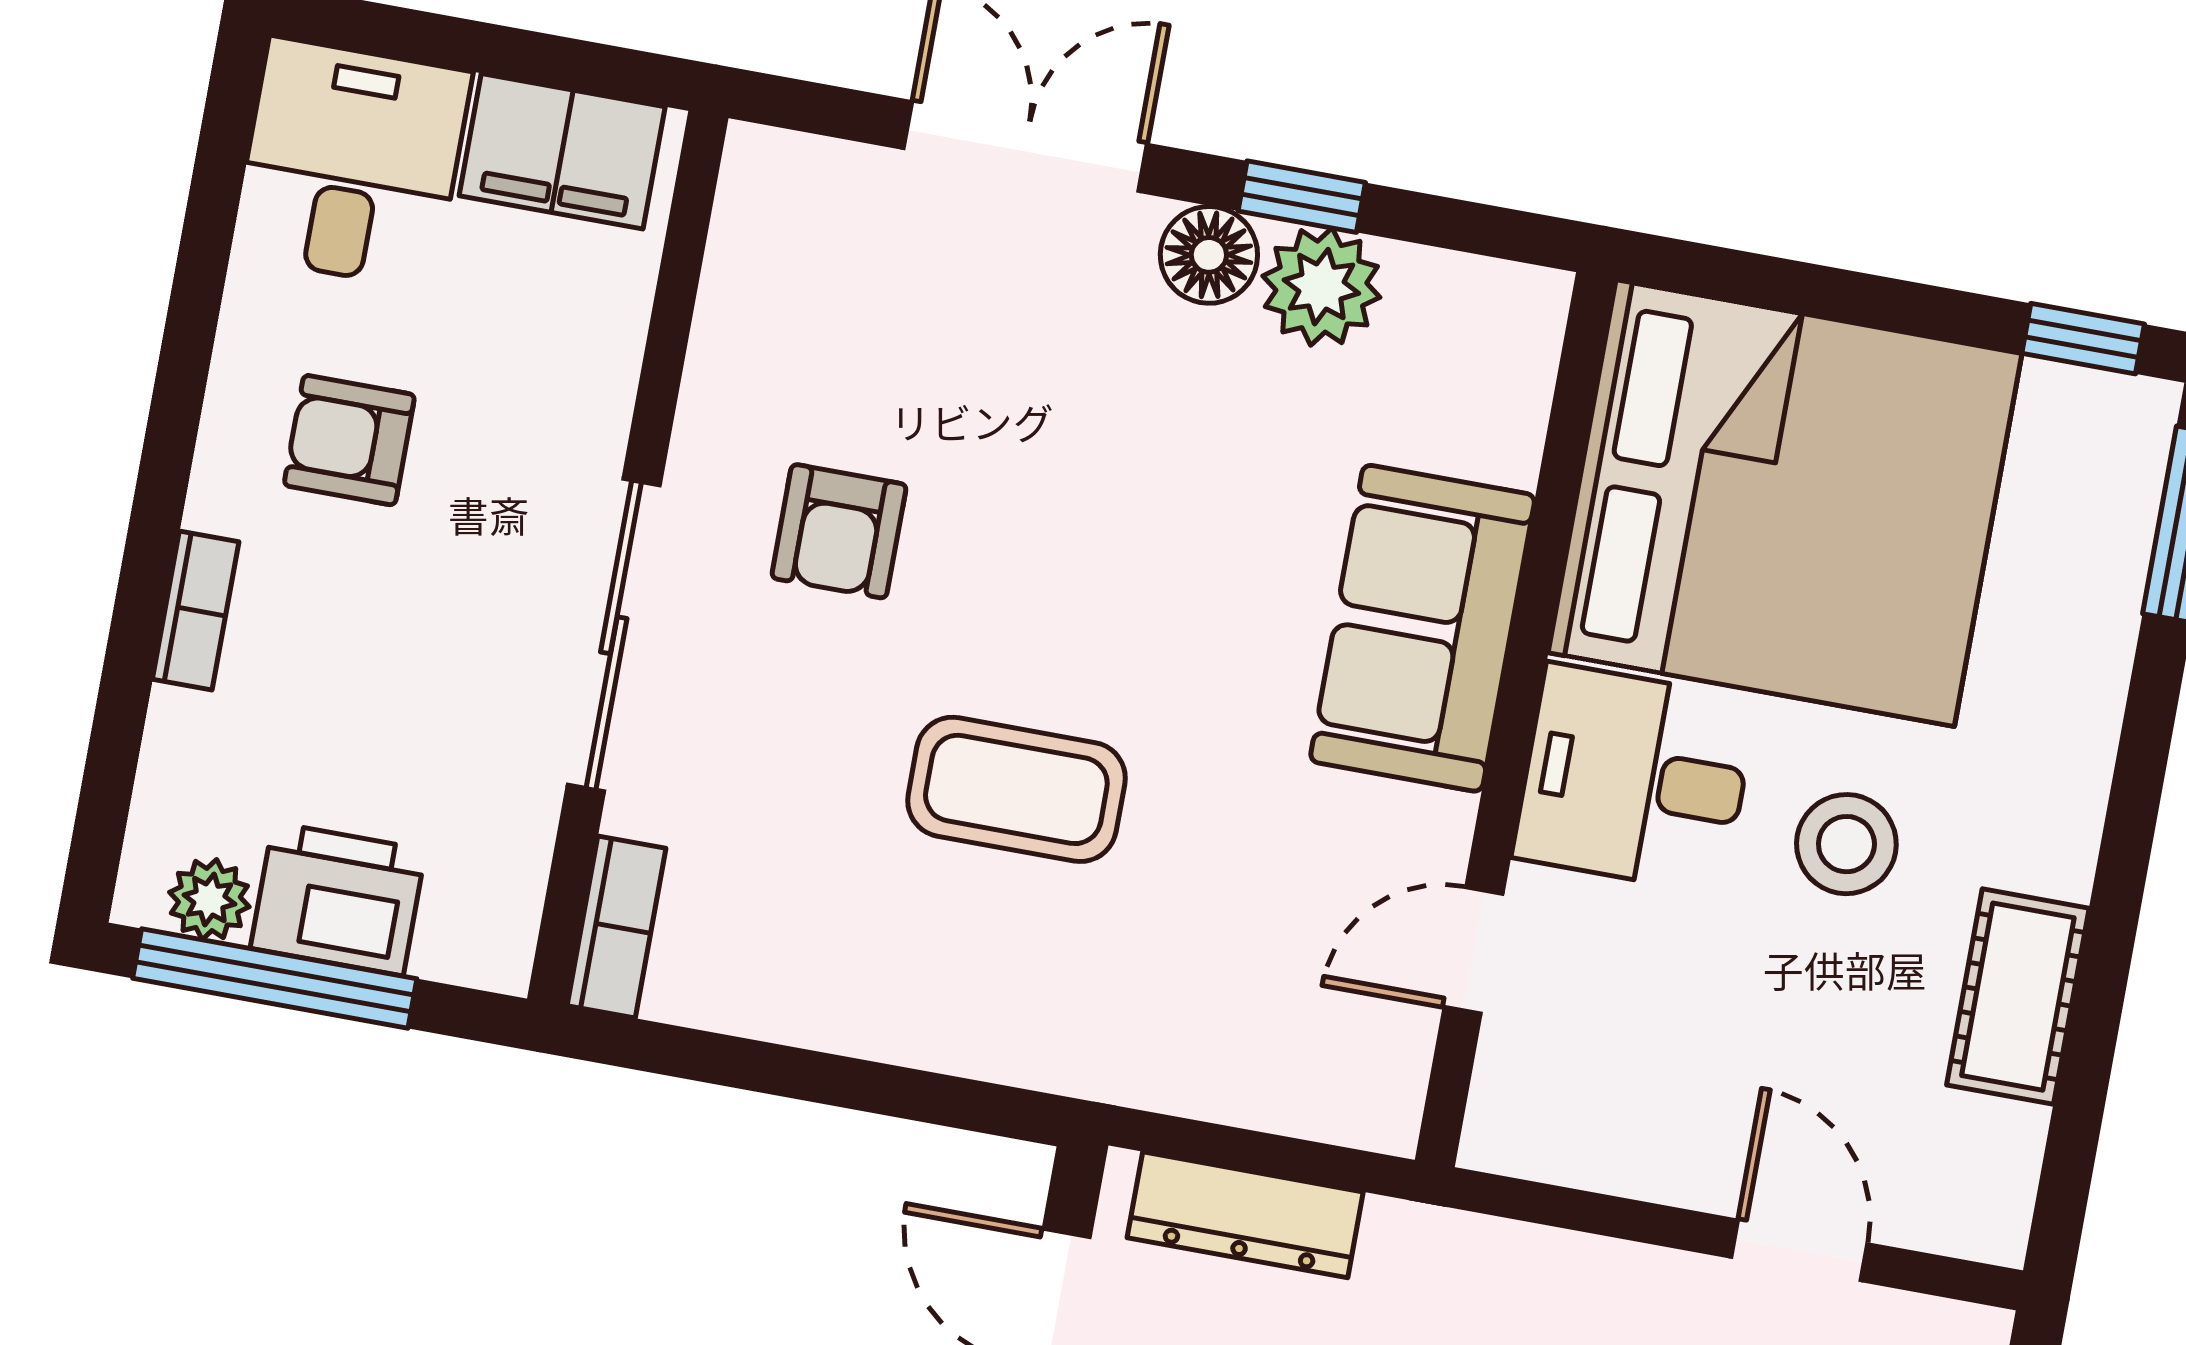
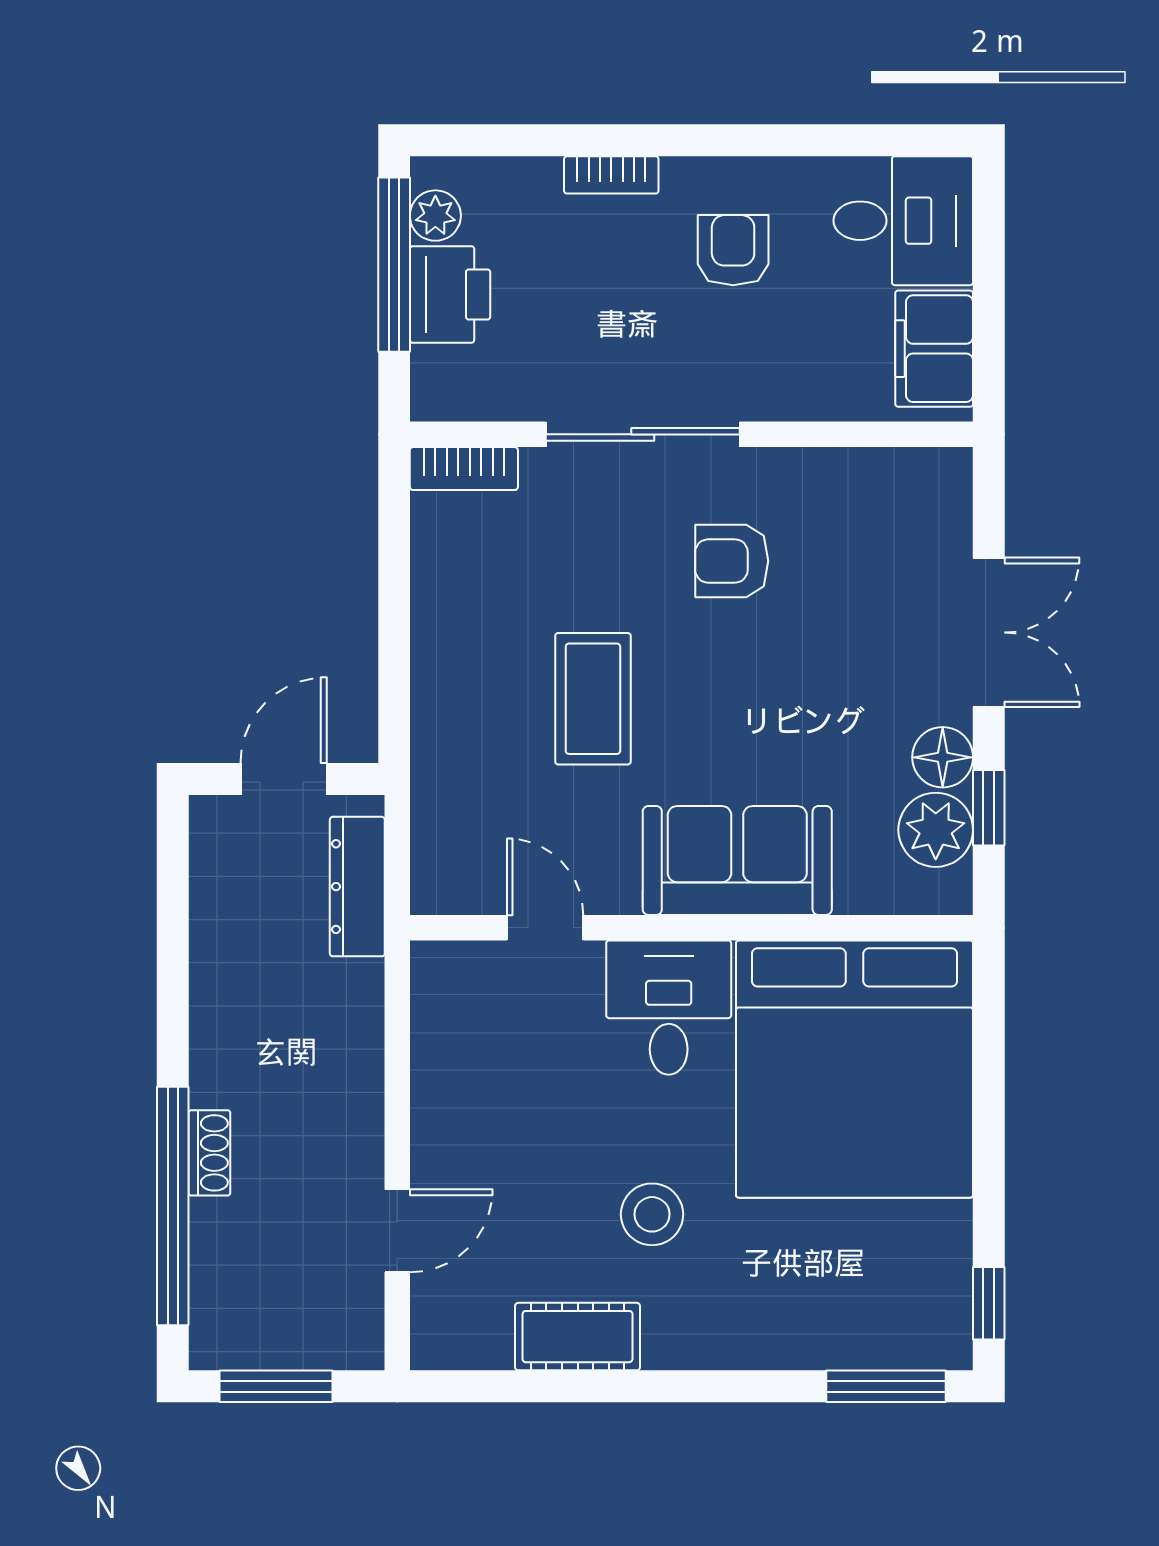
bed: (1785, 503) -> (854, 1069), moved
sofa: (1423, 628) -> (737, 860), moved
wall: (1515, 720) -> (691, 928), moved
desk: (1635, 779) -> (669, 1008), moved
door: (1473, 951) -> (545, 928), moved

